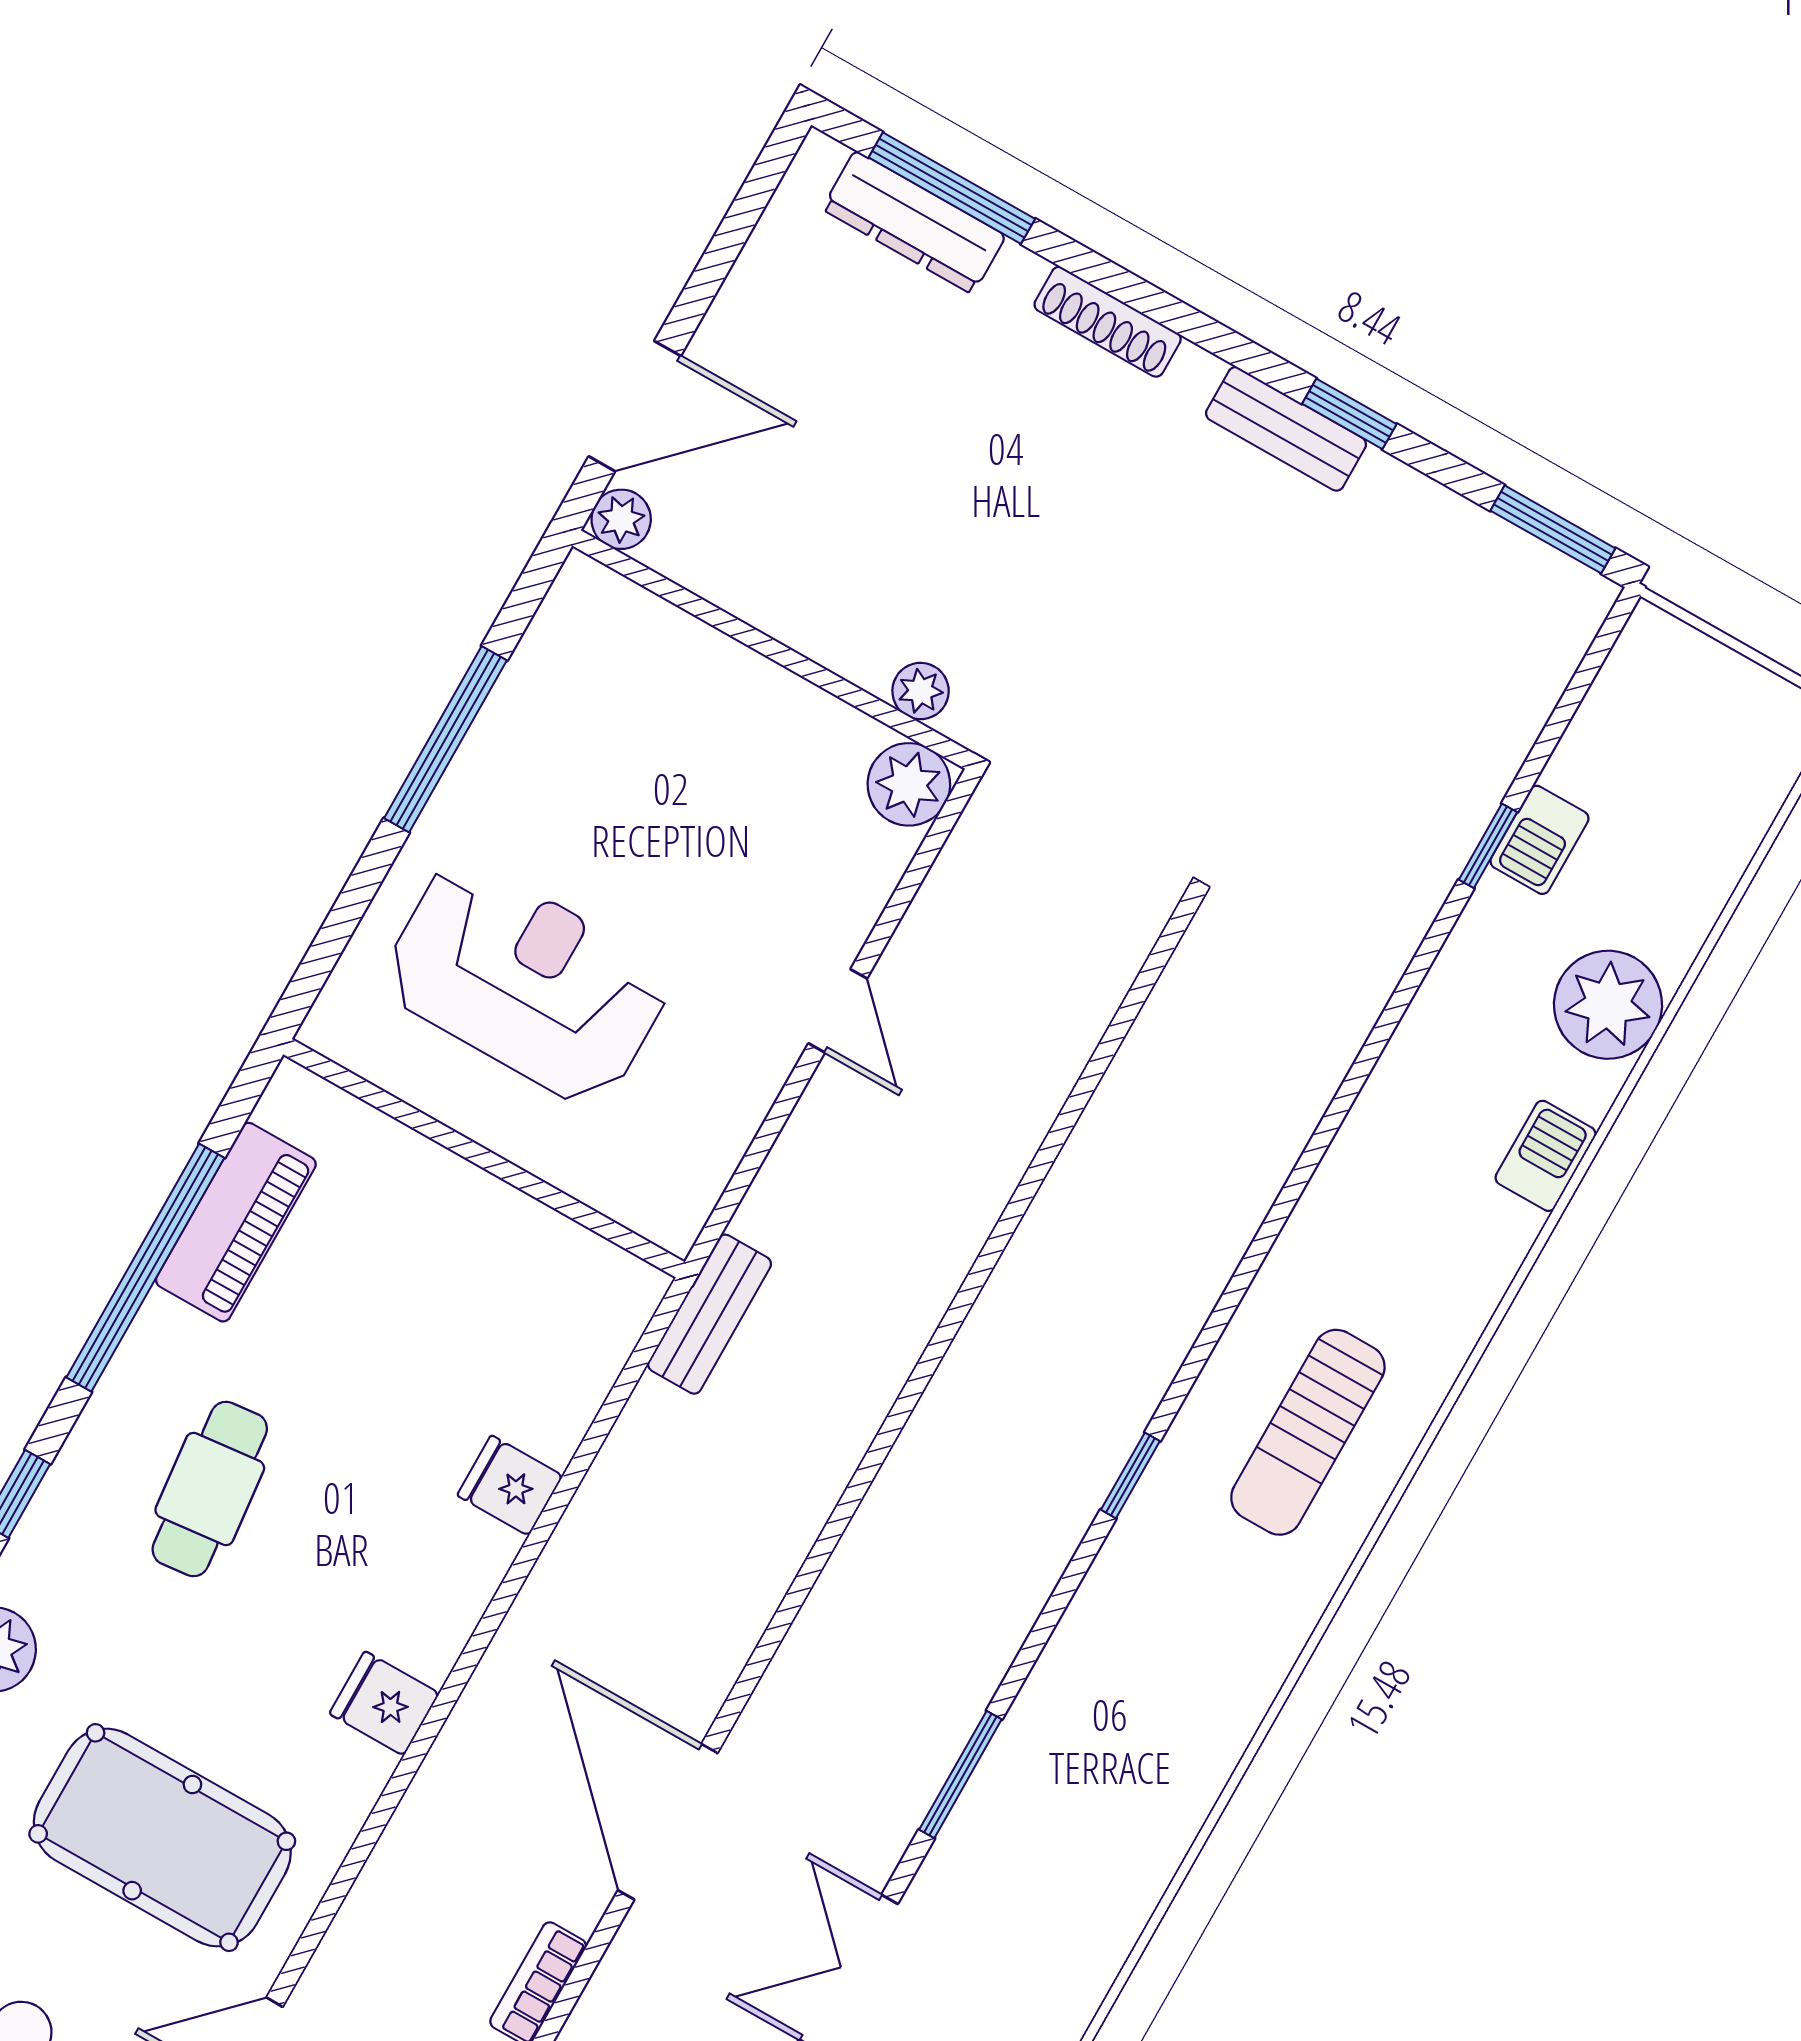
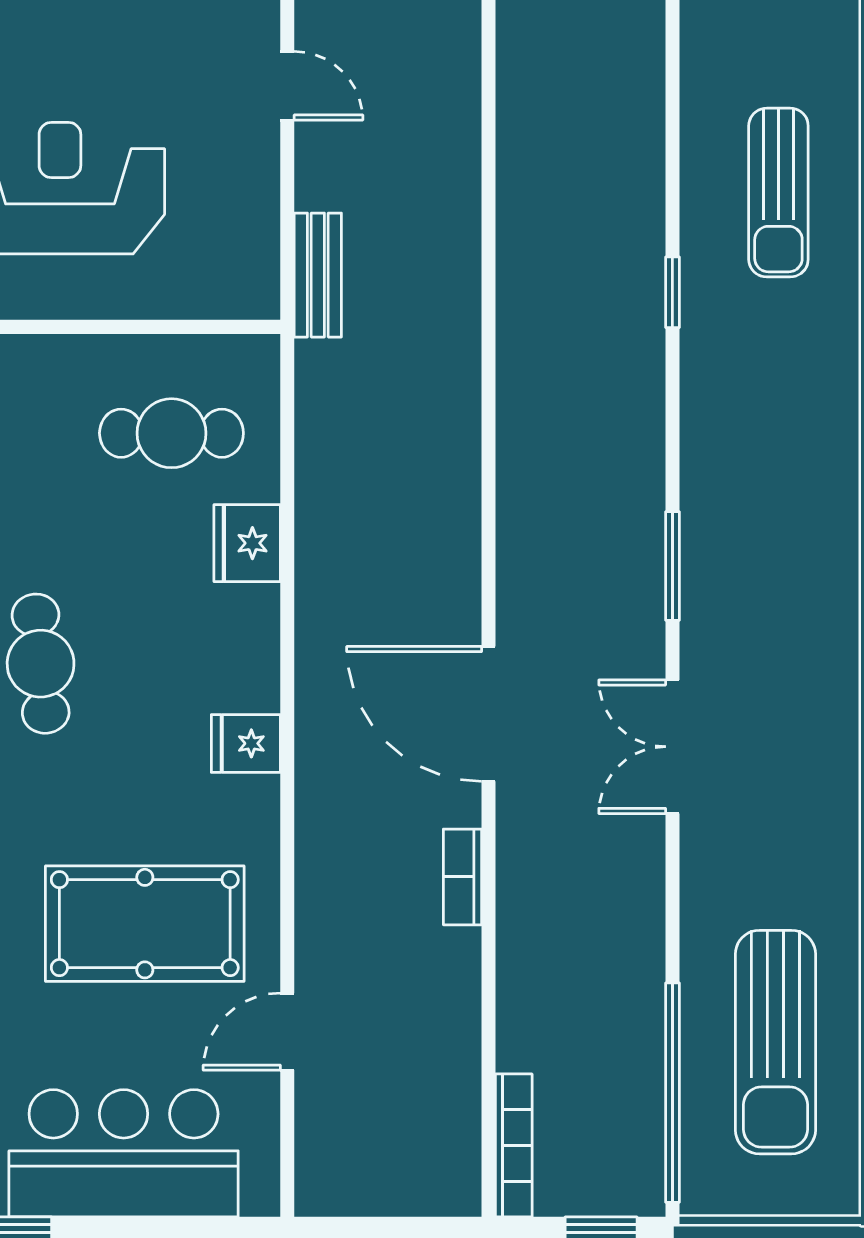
bench: (710, 1314) -> (318, 275), moved
cafe table: (496, 1319) -> (171, 433), added
fridge: (510, 1486) -> (247, 543), width x1.38

